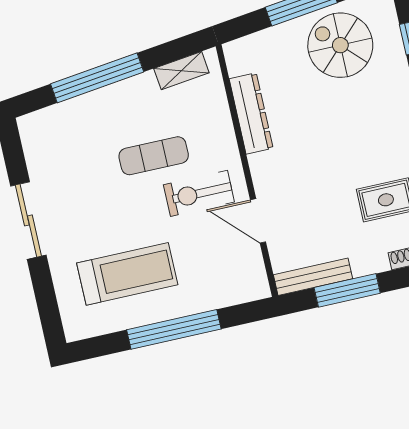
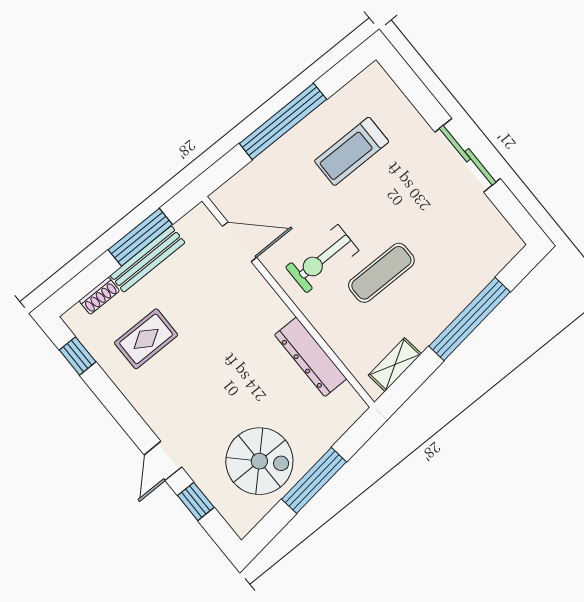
exercise bike: (199, 193) -> (322, 259), turned 180
door: (258, 221) -> (240, 242), moved
treadmill: (127, 274) -> (352, 151), width x0.73, depth x0.73
bench: (313, 277) -> (148, 259), moved

